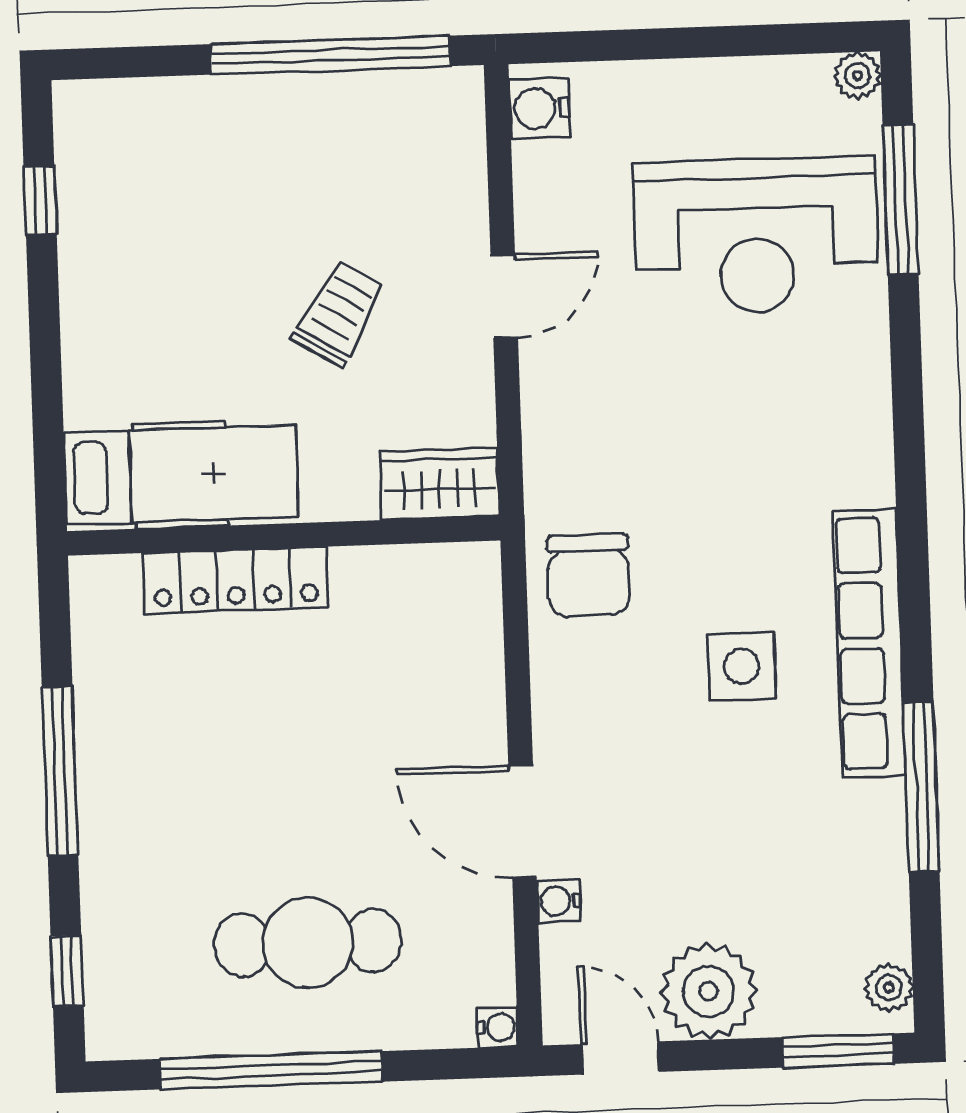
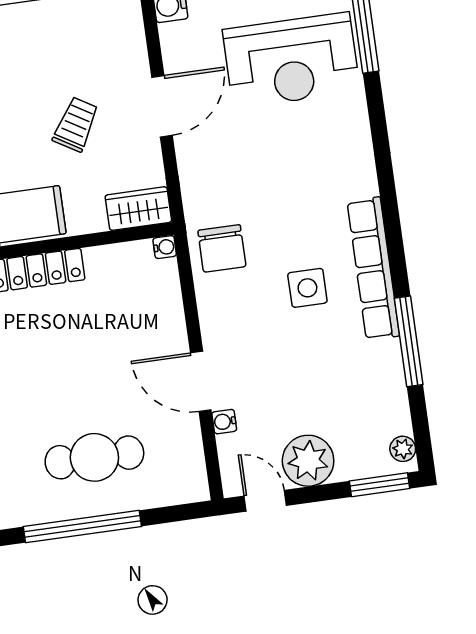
door: (504, 296) -> (162, 106), width x1.38
water cooler: (498, 1027) -> (165, 247), moved

